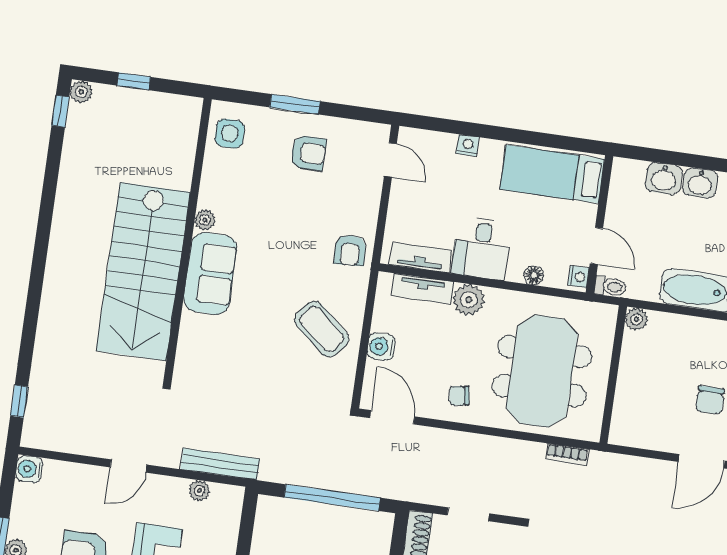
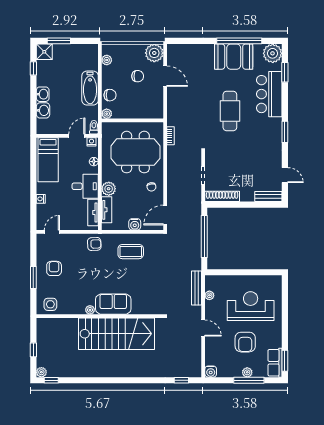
coffee table: (322, 329) -> (131, 252), turned 50
chair: (677, 333) -> (110, 95), added

